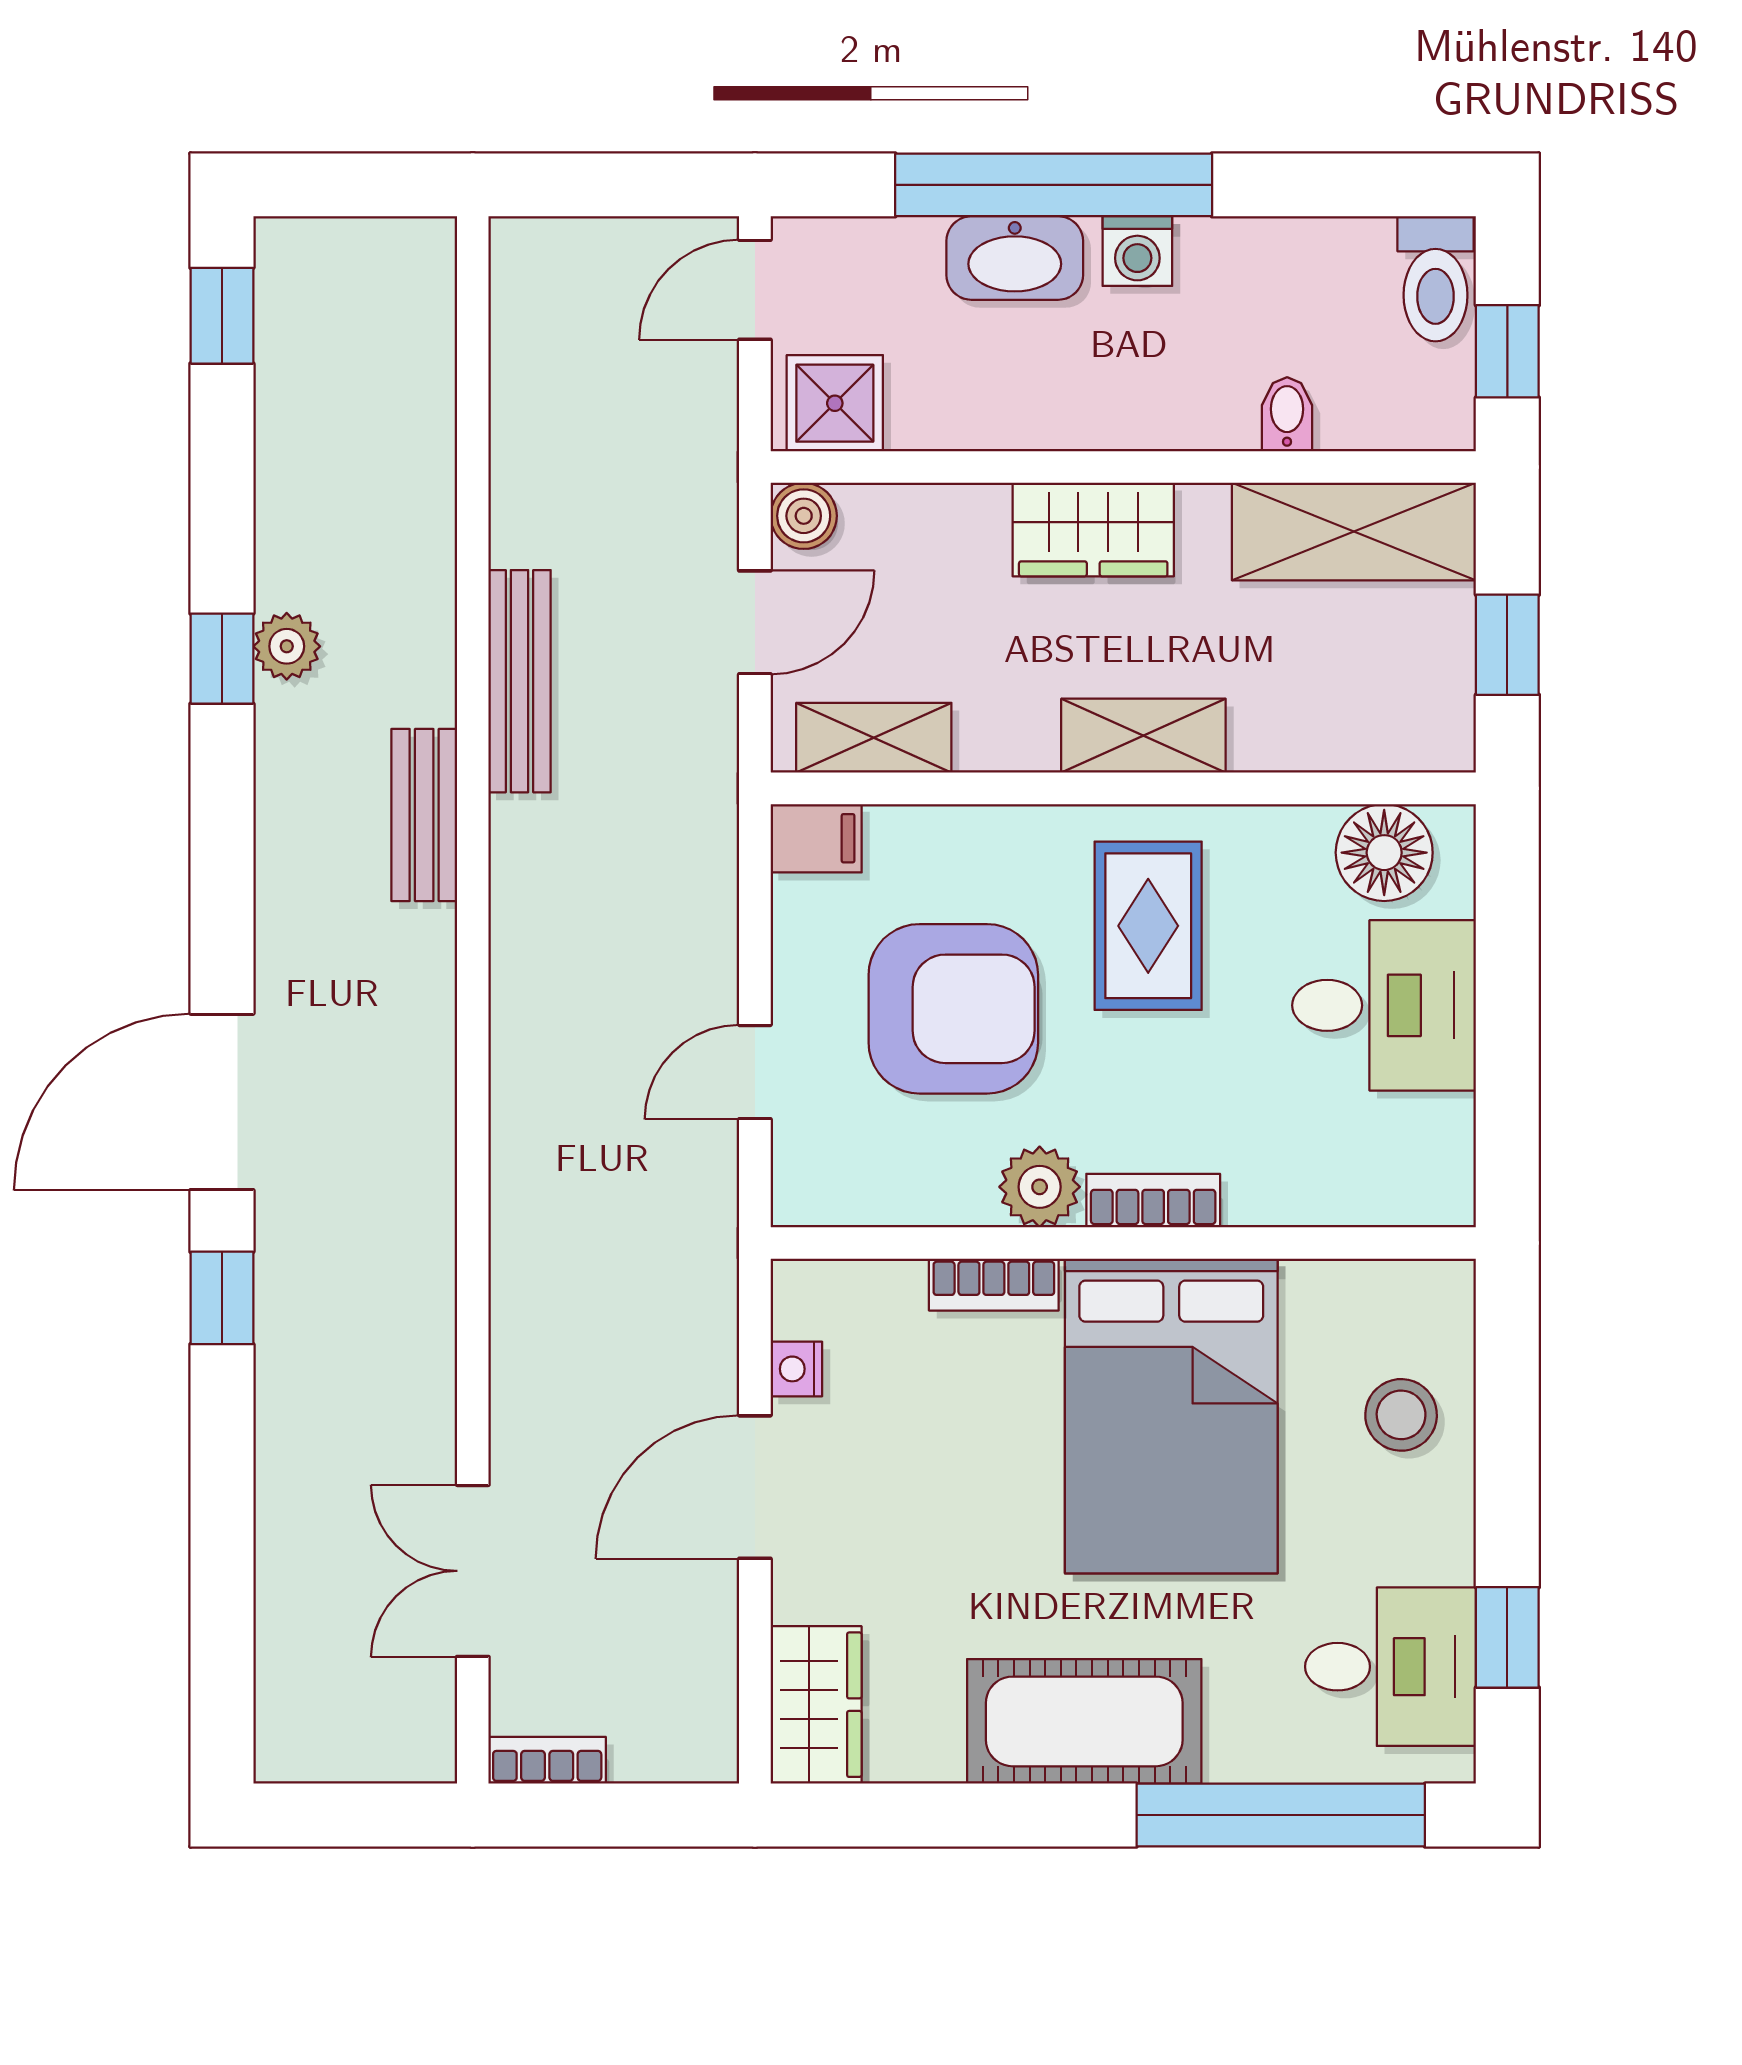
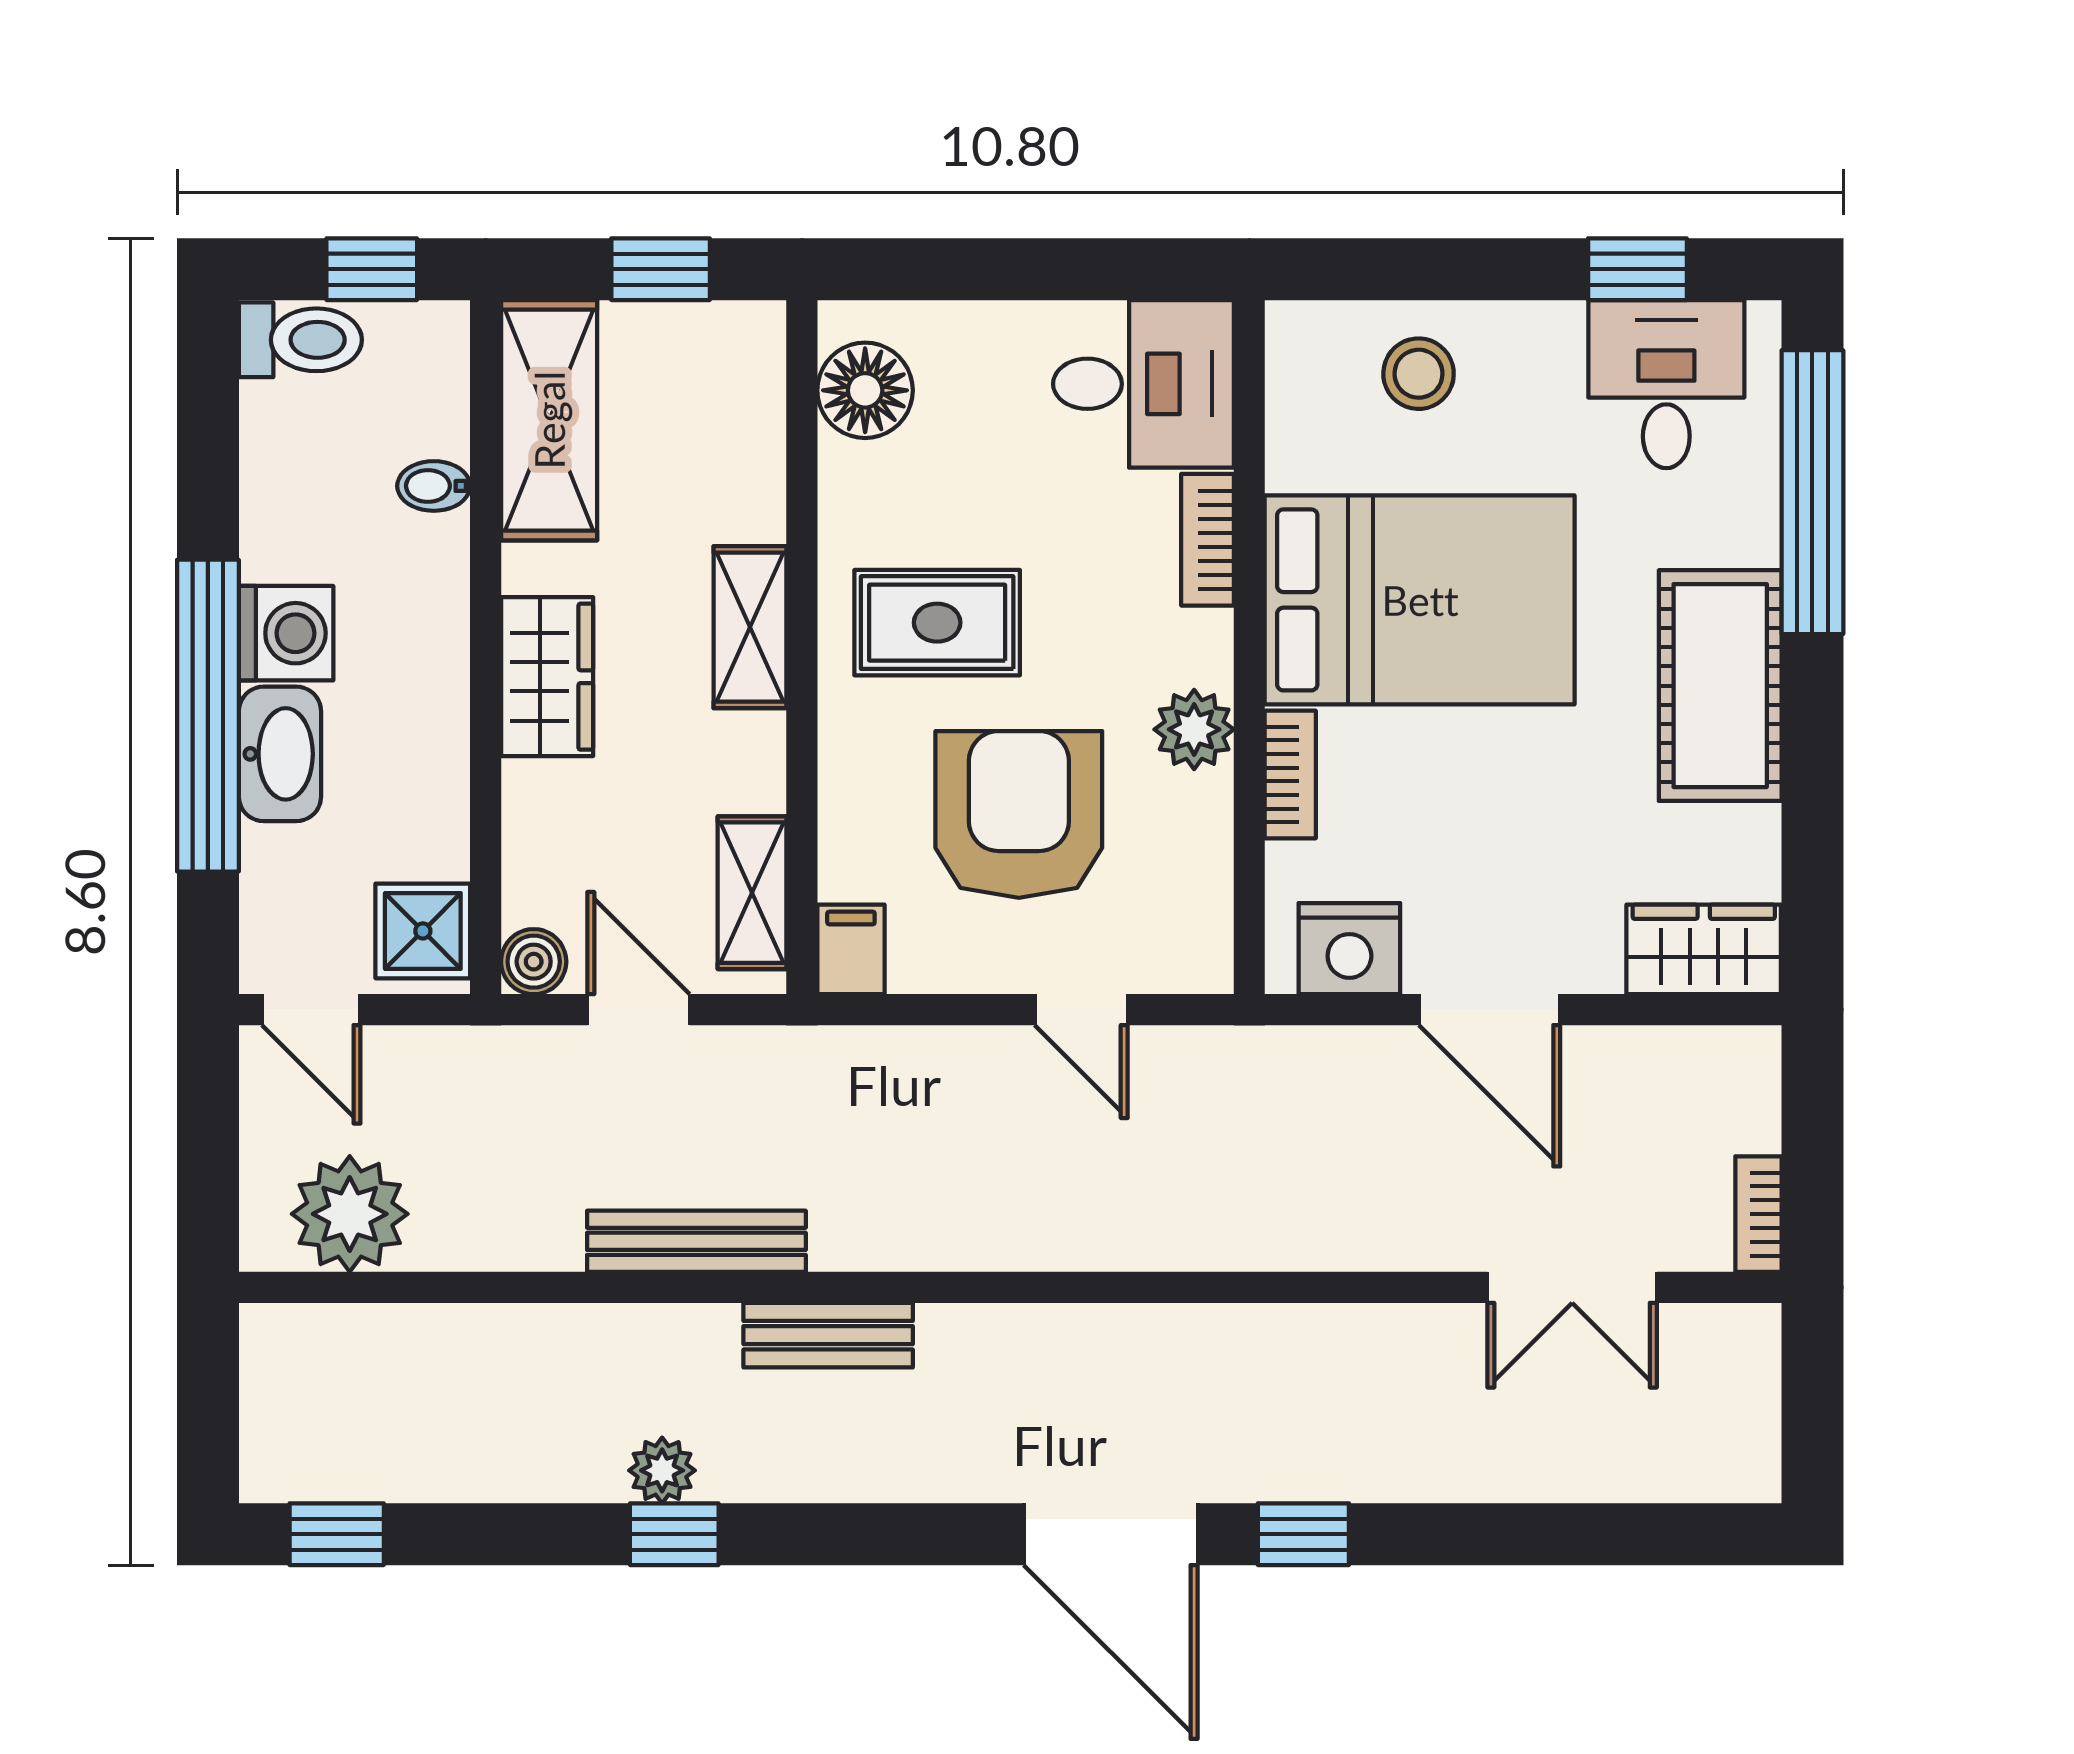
washing machine: (1137, 251) -> (286, 633), width x1.38, depth x1.38
plant: (547, 329) -> (350, 1214), added
desk: (1384, 1005) -> (1143, 384), moved, turned 90
bookcase: (1153, 1201) -> (1208, 540), moved
nightstand: (796, 1369) -> (1349, 949), width x1.89, depth x1.79

